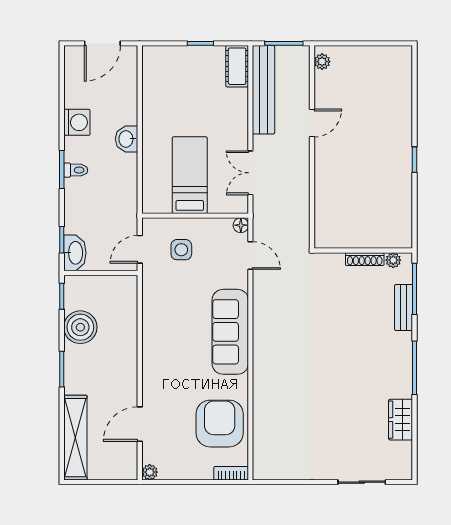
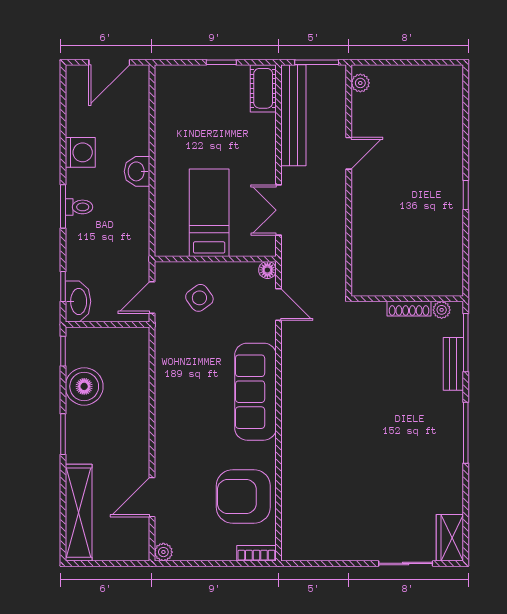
side table: (181, 250) -> (199, 298), turned -36
wardrobe: (401, 420) -> (450, 538), moved
armchair: (220, 424) -> (243, 496), turned -90

